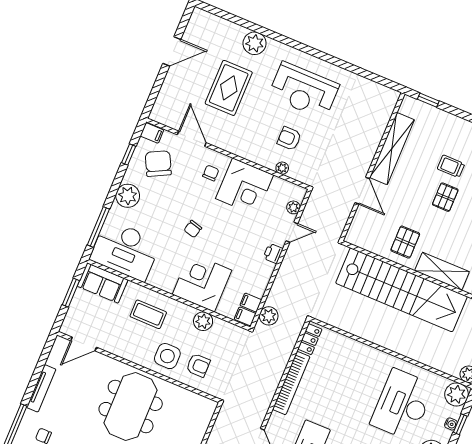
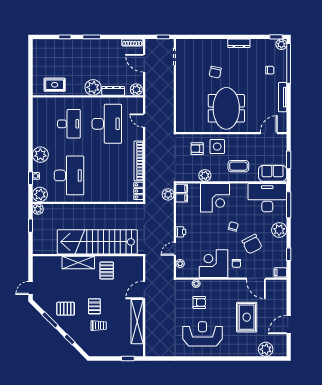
plant: (255, 43) -> (266, 349), moved
chair: (158, 164) -> (252, 244), moved
door: (362, 191) -> (144, 290), hinge flipped

